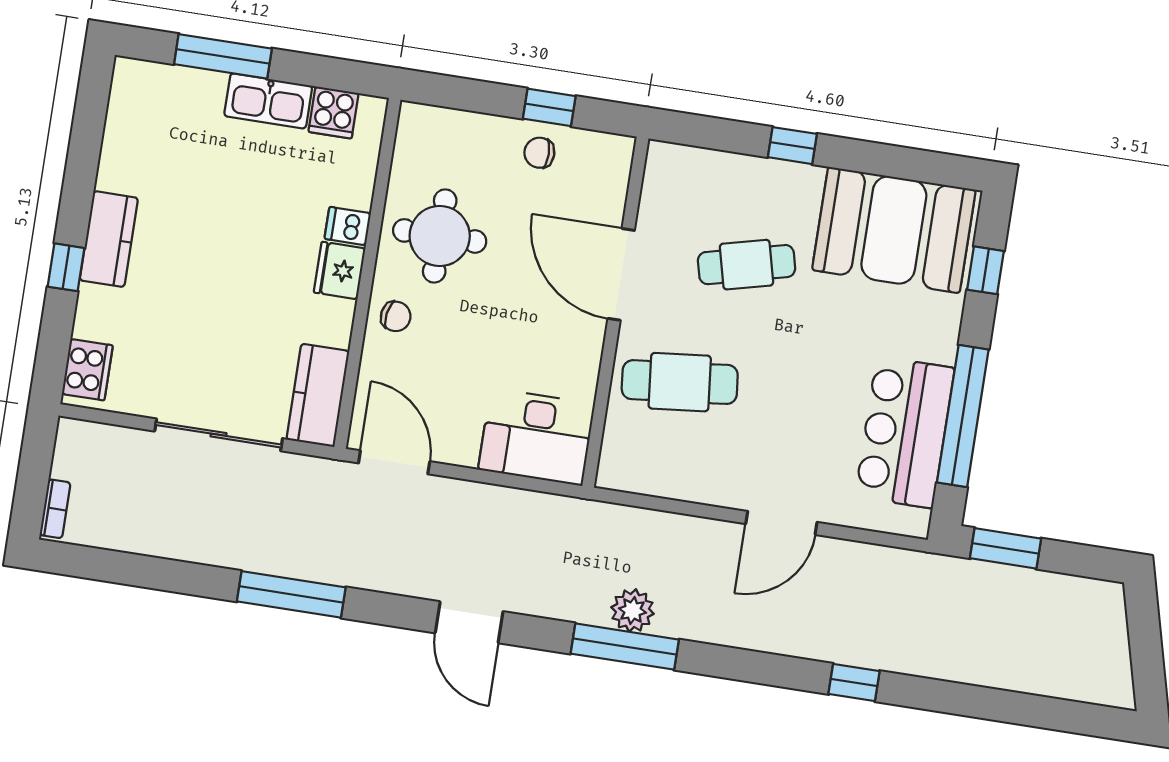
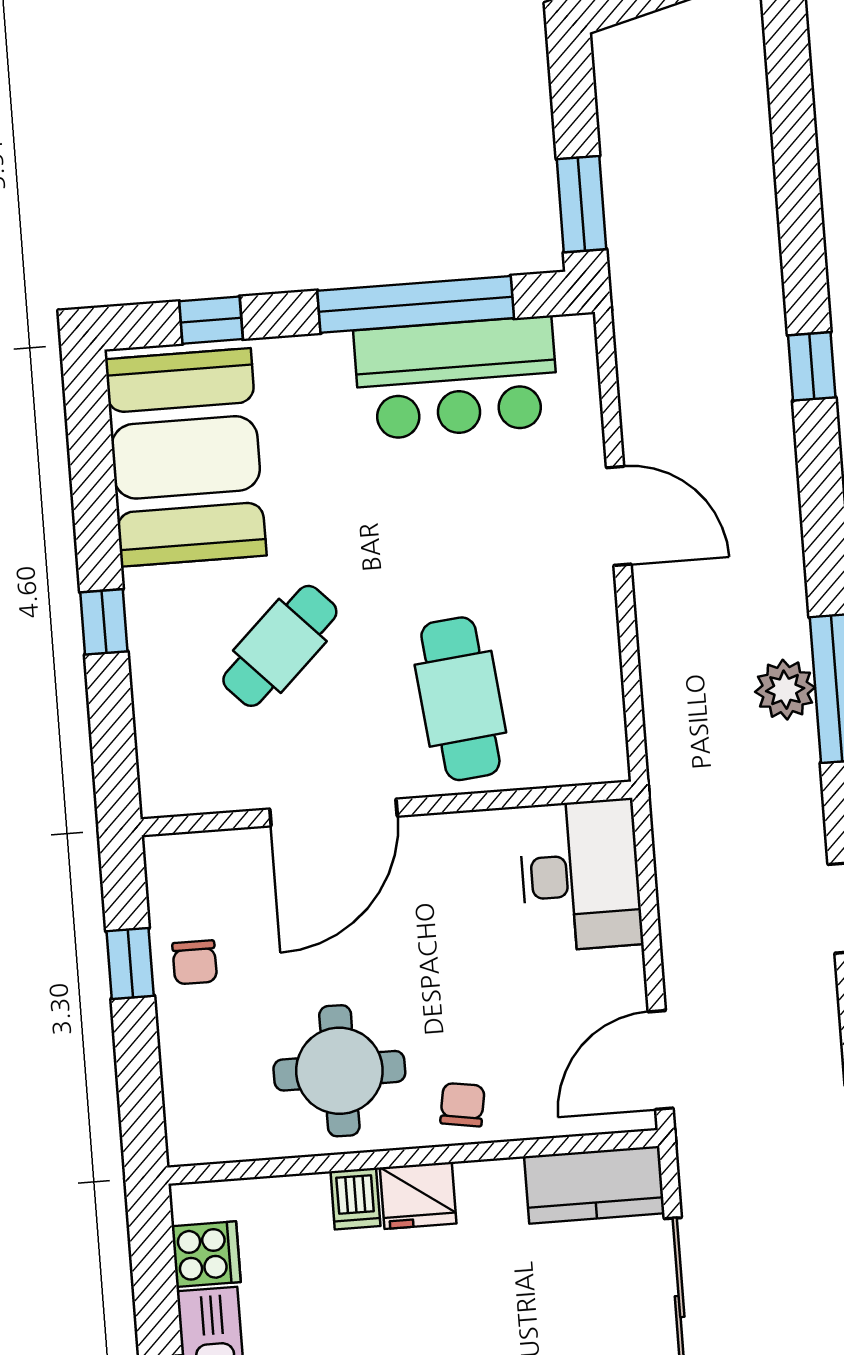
cafe table: (747, 265) -> (280, 646), turned 60

